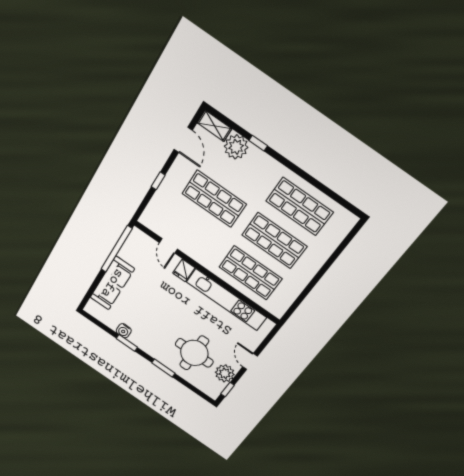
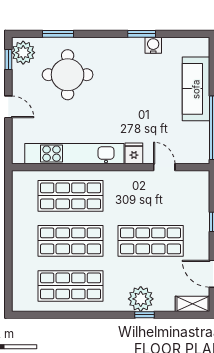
plant: (236, 147) -> (141, 299), moved
window: (163, 368) -> (58, 34), moved
plant: (225, 373) -> (23, 53), moved

